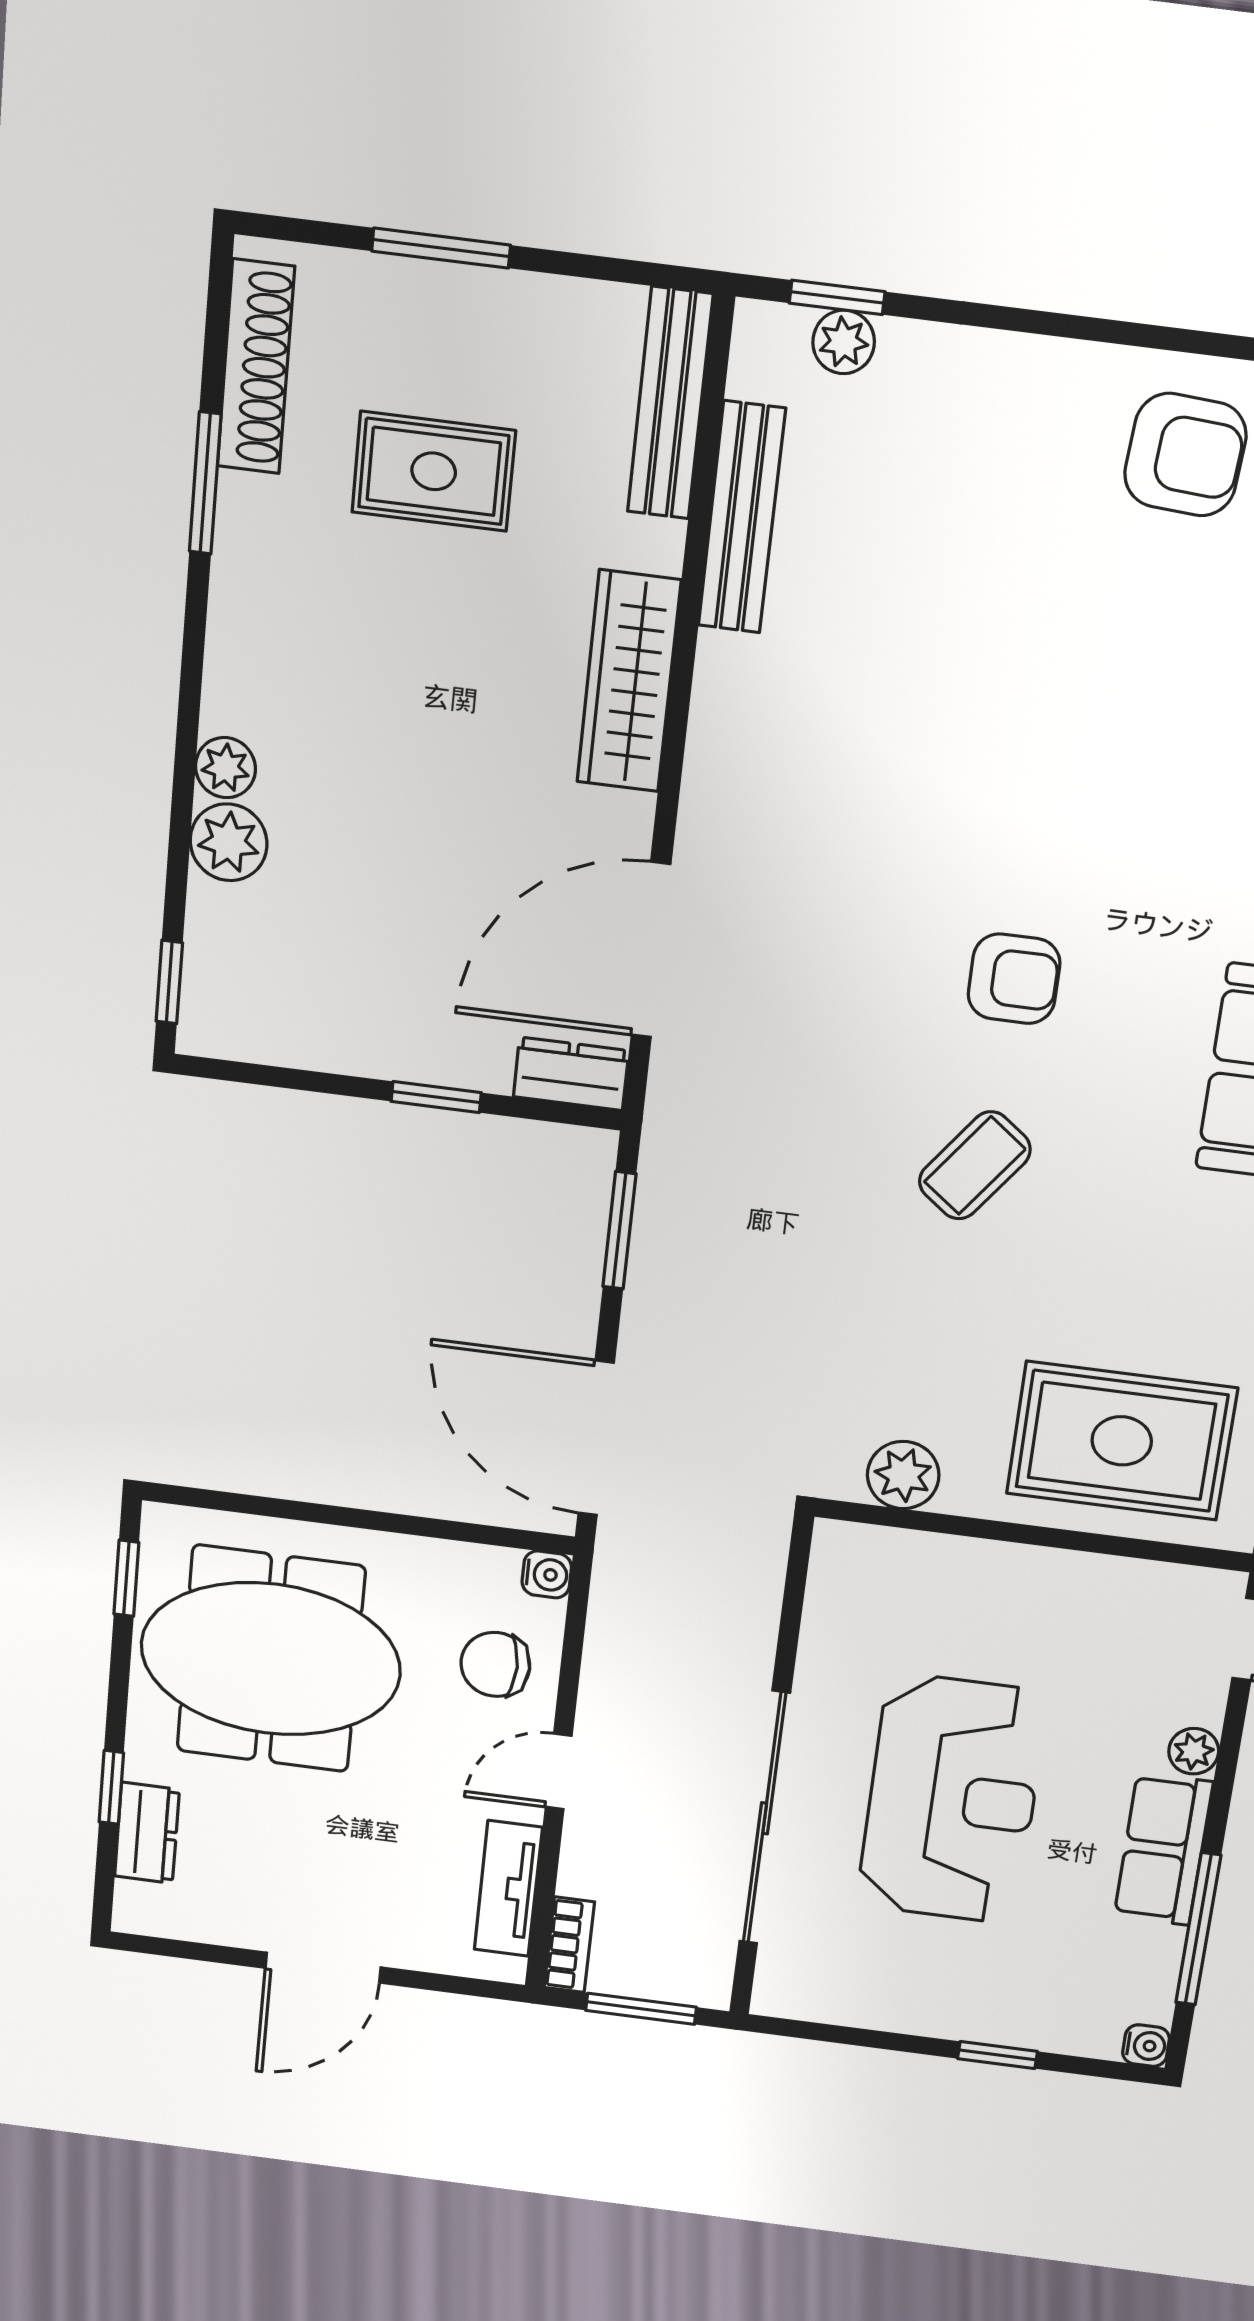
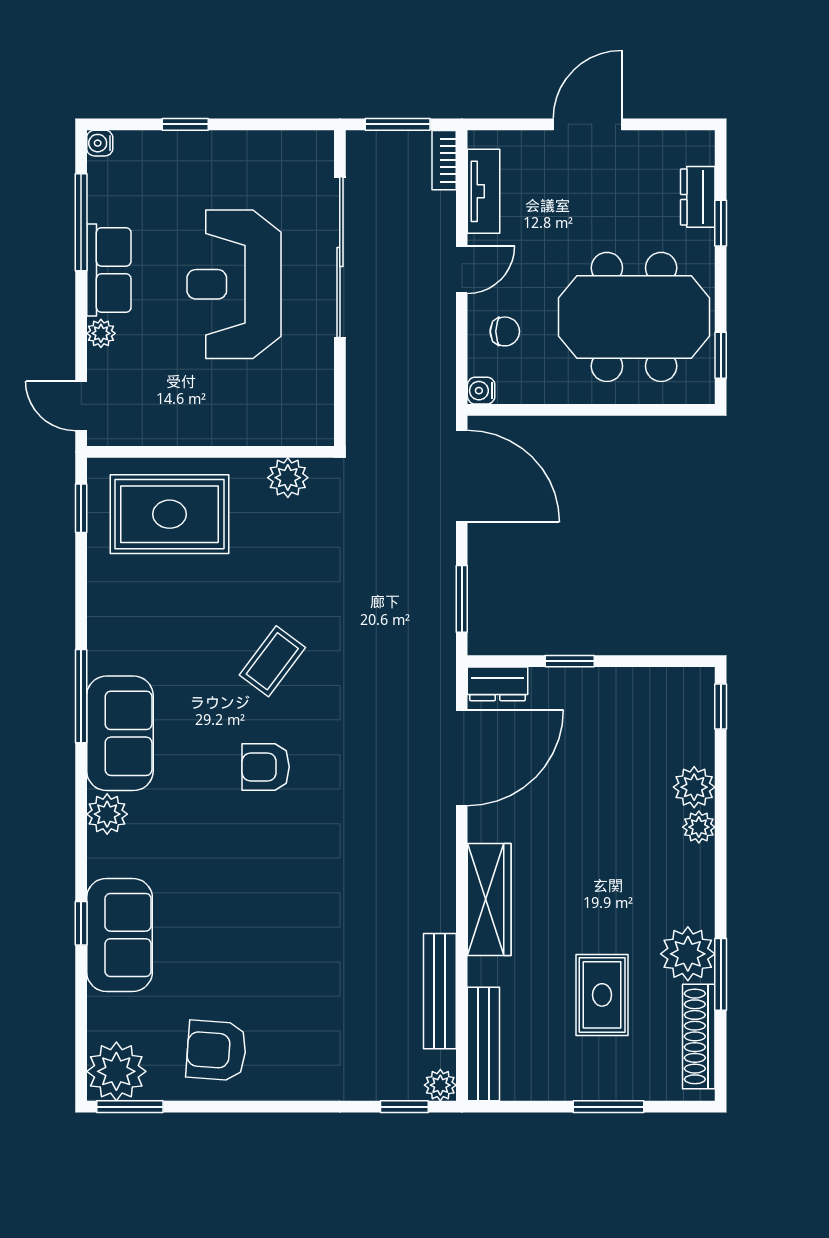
plant: (844, 342) -> (440, 1085), moved
rug: (434, 471) -> (602, 995), turned 90
plant: (264, 531) -> (688, 954), added
chair: (495, 1664) -> (505, 331), width x0.73, depth x0.73

